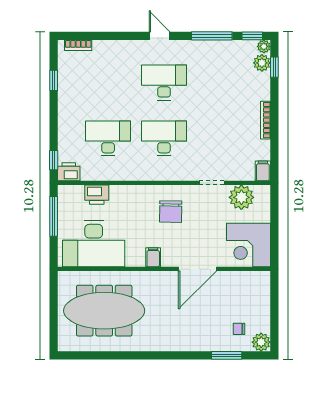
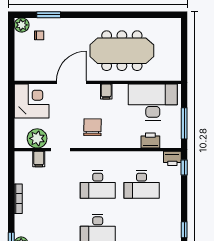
filing cabinet: (263, 171) -> (39, 159), moved
meeting table: (104, 311) -> (122, 51), moved

